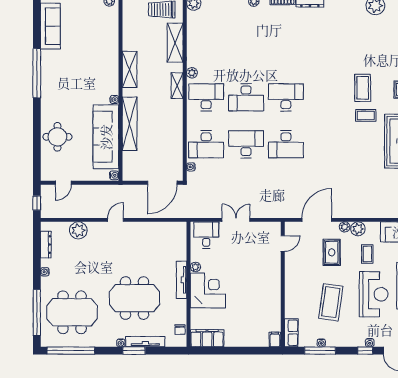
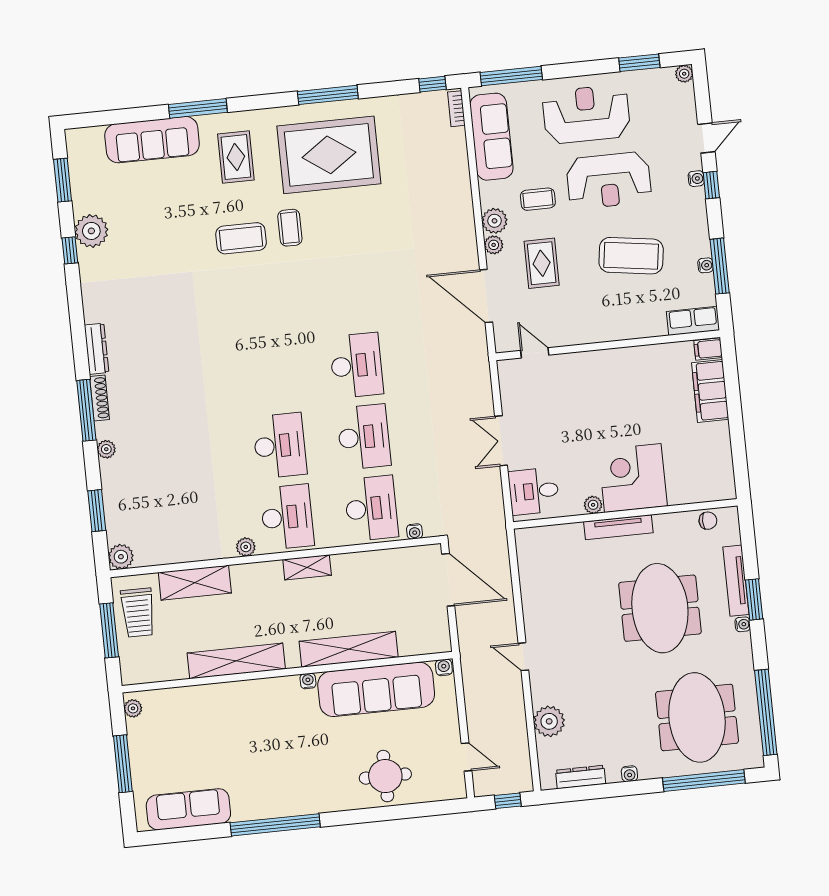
shelving: (130, 69) -> (236, 661), width x1.47
shelving: (177, 86) -> (307, 567), moved
desk: (206, 97) -> (287, 517), turned 180
desk: (286, 97) -> (272, 374), removed
desk: (246, 144) -> (364, 437), turned 180
rug: (332, 252) -> (542, 263), turned 90
reception desk: (374, 294) -> (609, 180), turned 180
filing cabinet: (207, 338) -> (710, 391), moved

